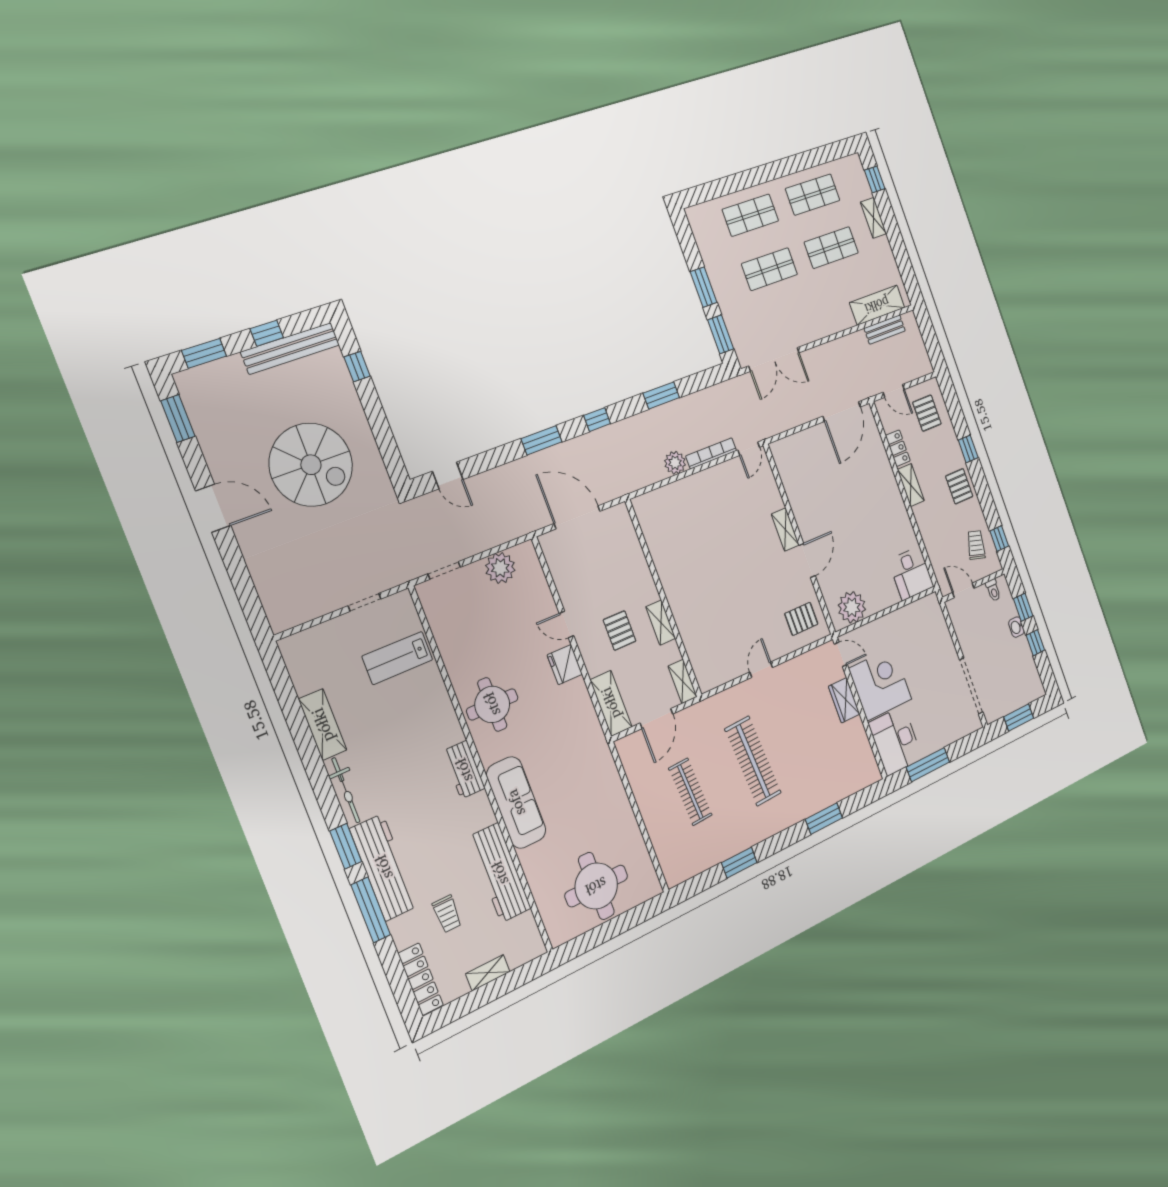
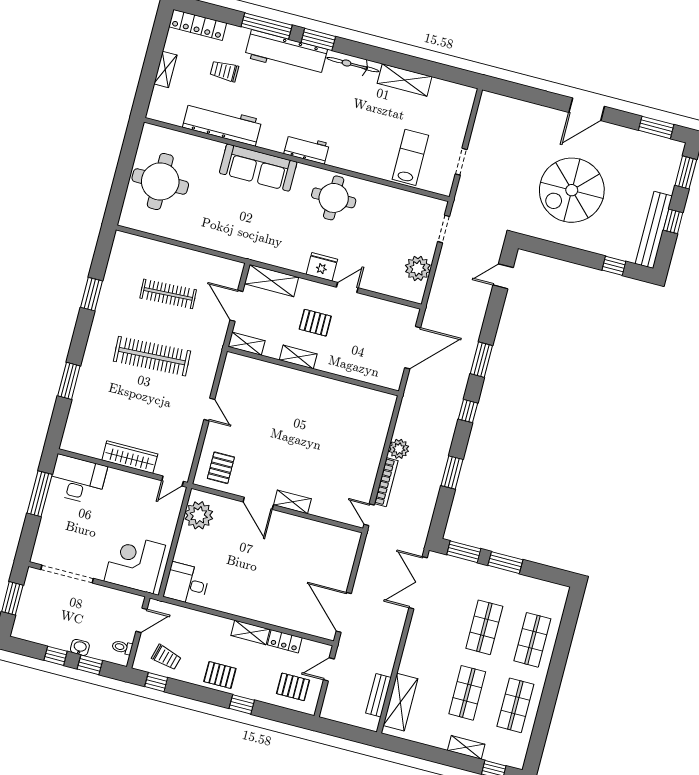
corner desk: (880, 684) -> (135, 563), moved, turned 180
wardrobe: (844, 700) -> (130, 457), width x1.50

